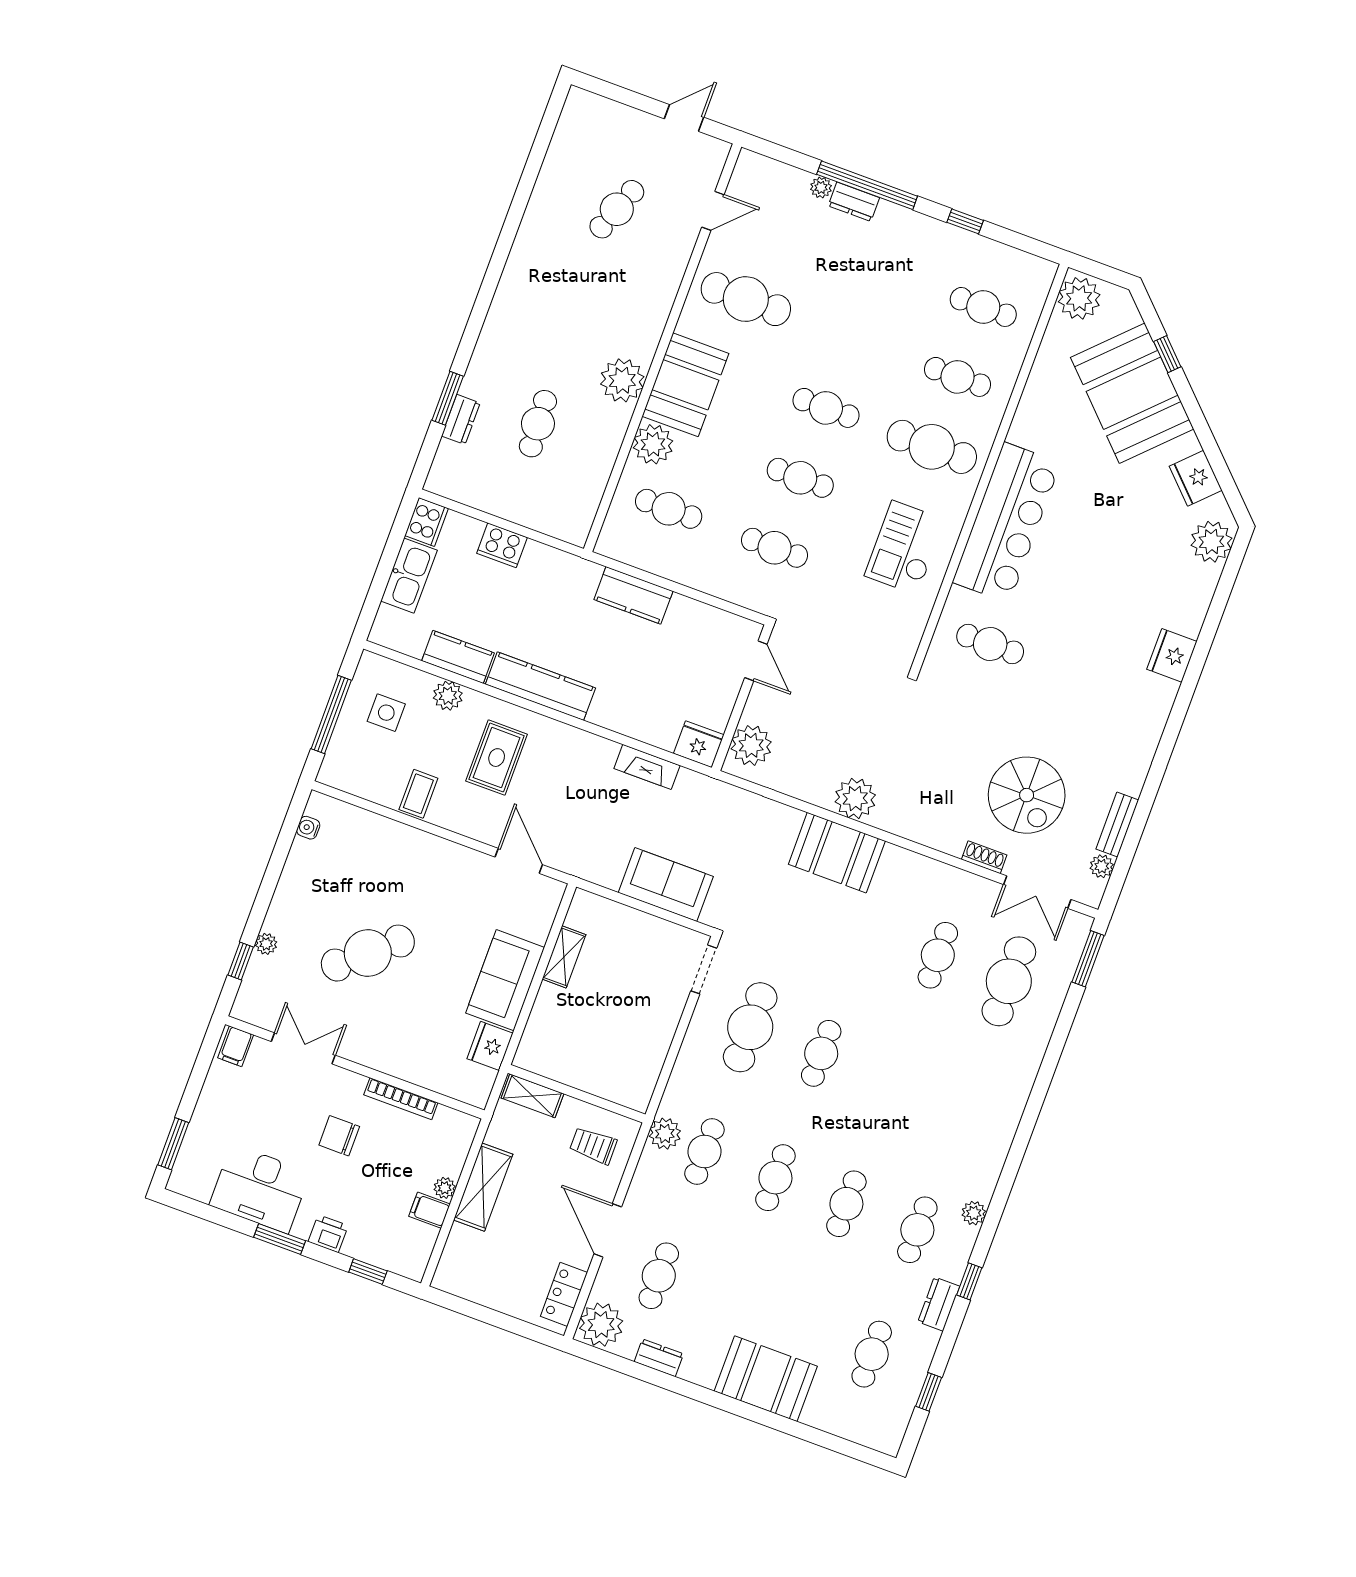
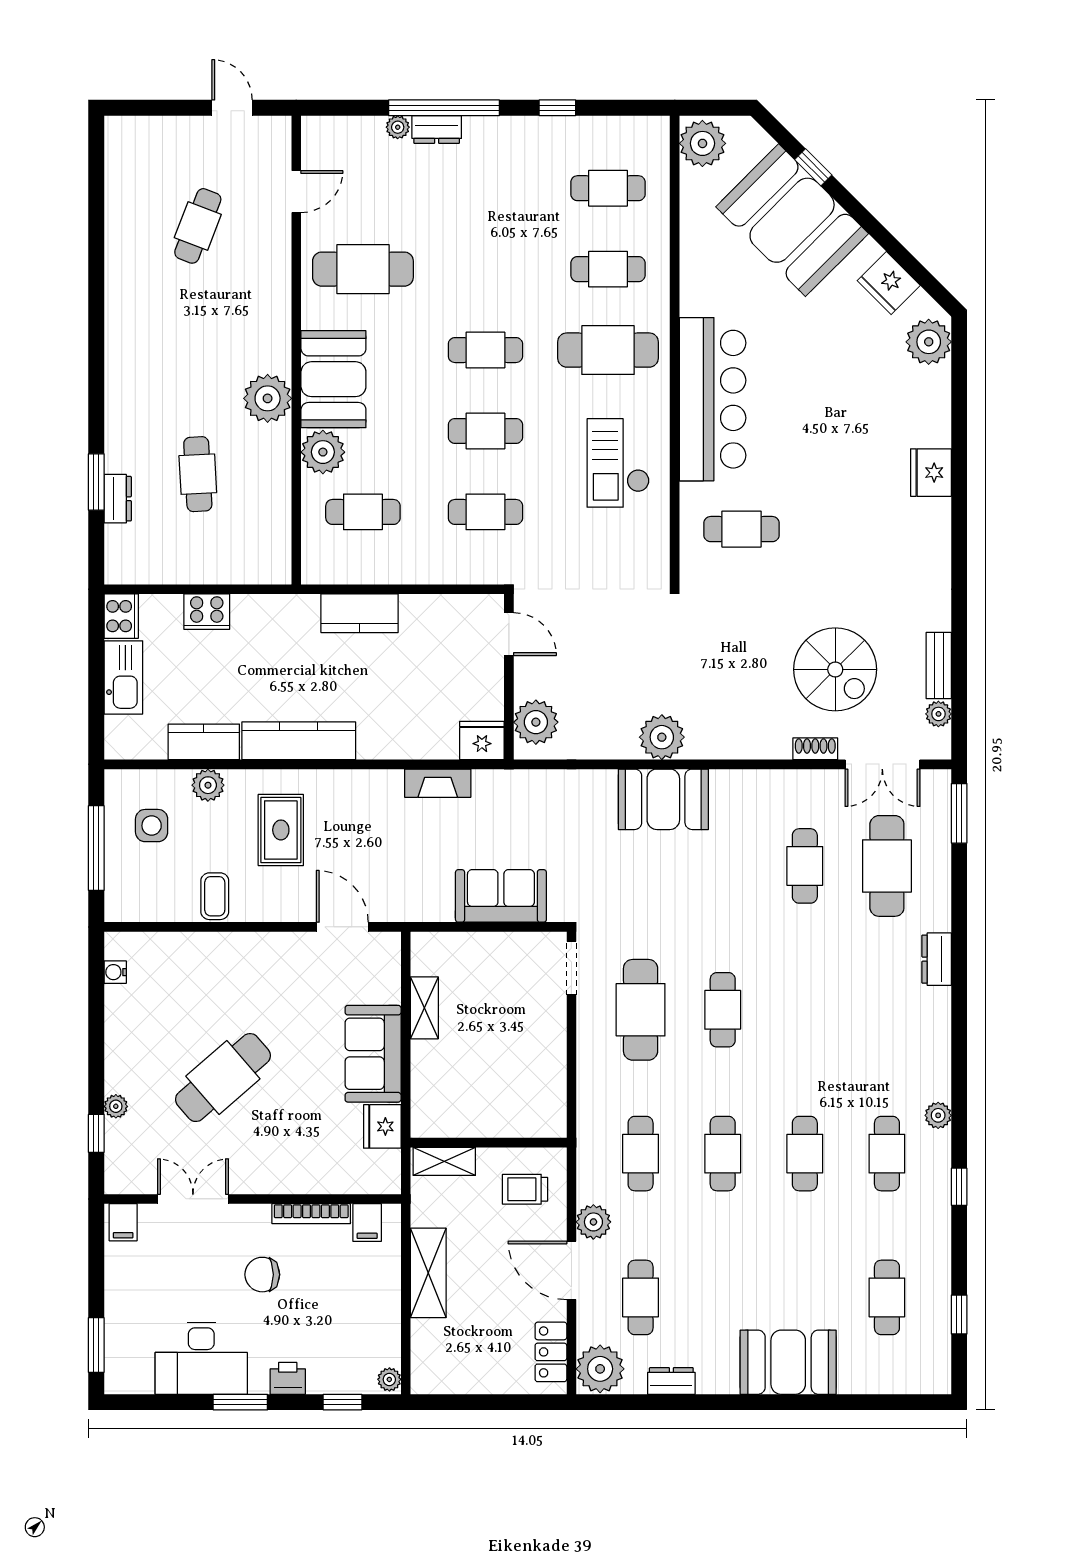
door: (684, 118) -> (232, 108), hinge flipped
plant: (665, 1134) -> (593, 1222), moved
plant: (445, 1188) -> (389, 1379), moved
filing cabinet: (429, 1210) -> (367, 1223), moved, turned -90
dresser: (939, 1304) -> (937, 959), moved

